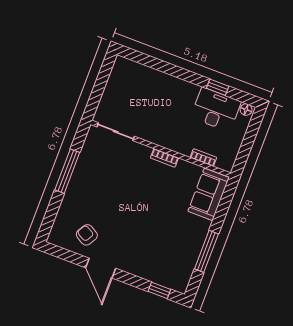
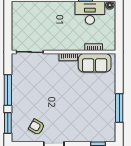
sofa: (209, 194) -> (95, 63), moved, turned -90
window: (51, 215) -> (8, 123), added

